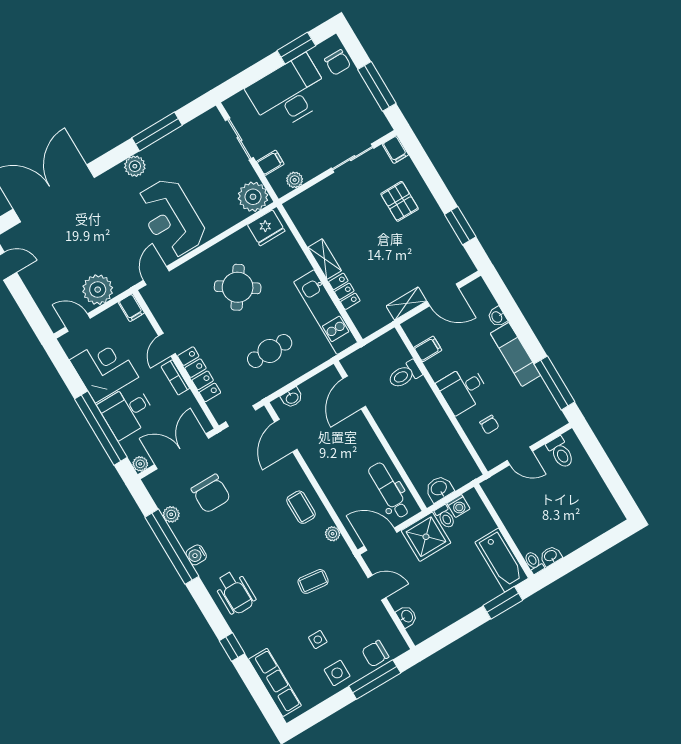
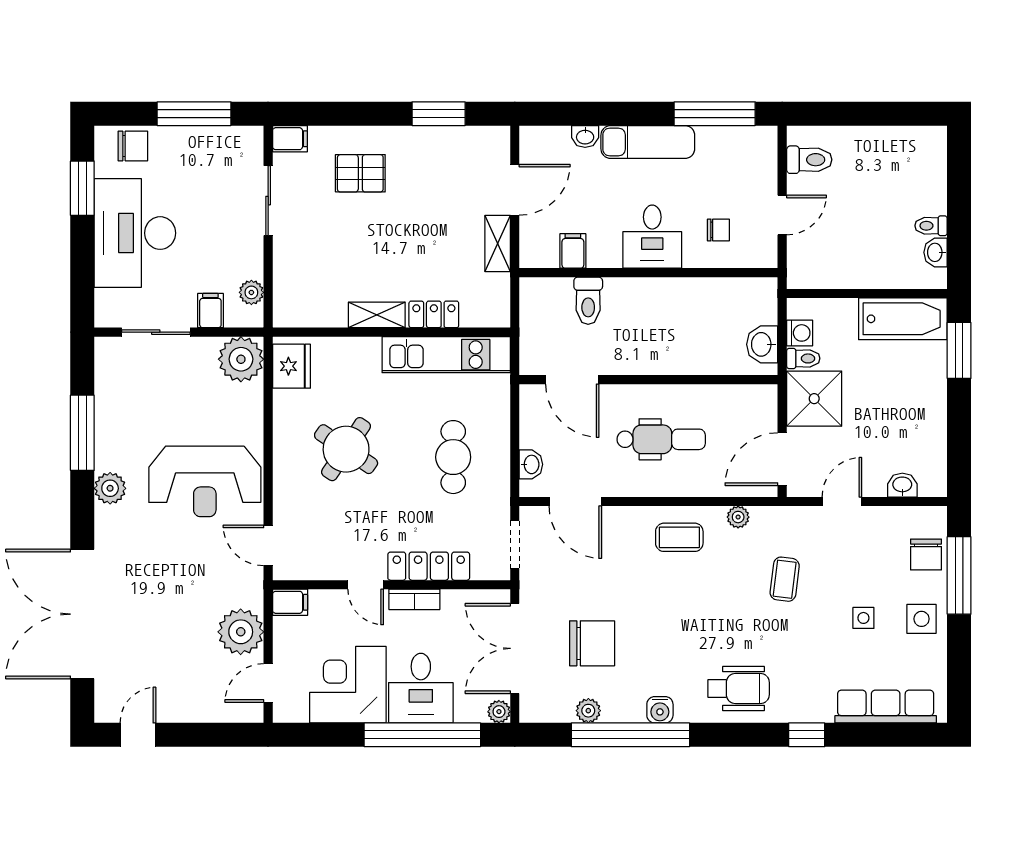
dental chair: (389, 490) -> (661, 439), moved, turned 180
toilet: (534, 562) -> (931, 226), moved

